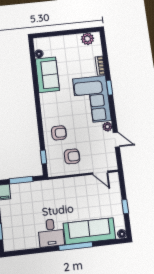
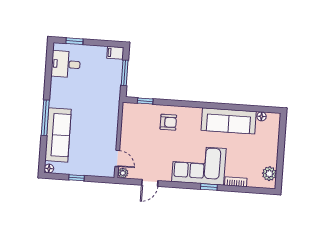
sofa: (47, 75) -> (229, 121), width x1.36
plant: (107, 127) -> (123, 173), moved
armchair: (59, 133) -> (168, 122), turned -90
armchair: (72, 156) -> (140, 132), removed
door: (100, 173) -> (117, 158), swing flipped
desk: (51, 233) -> (66, 64), moved

